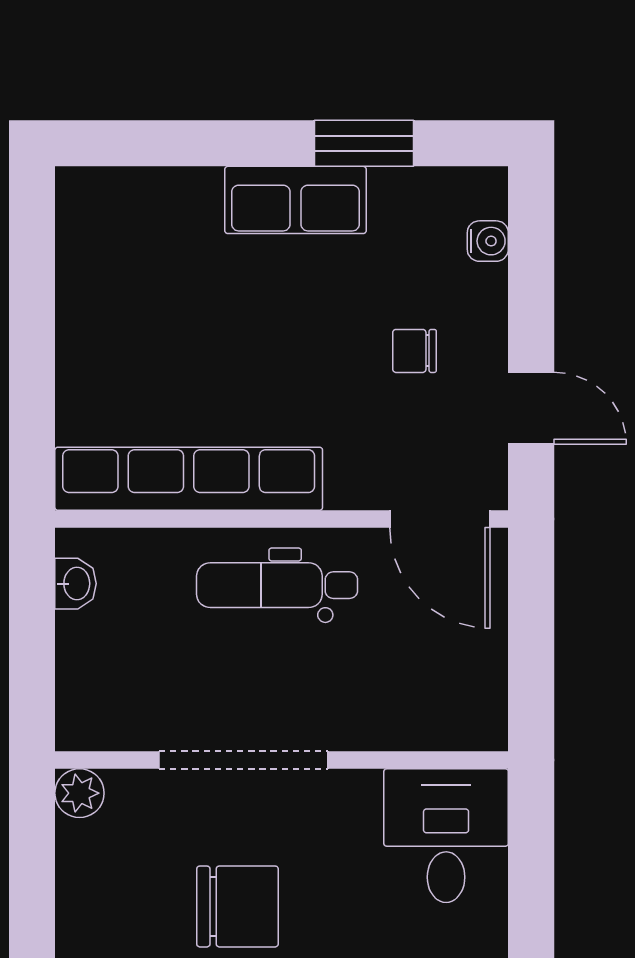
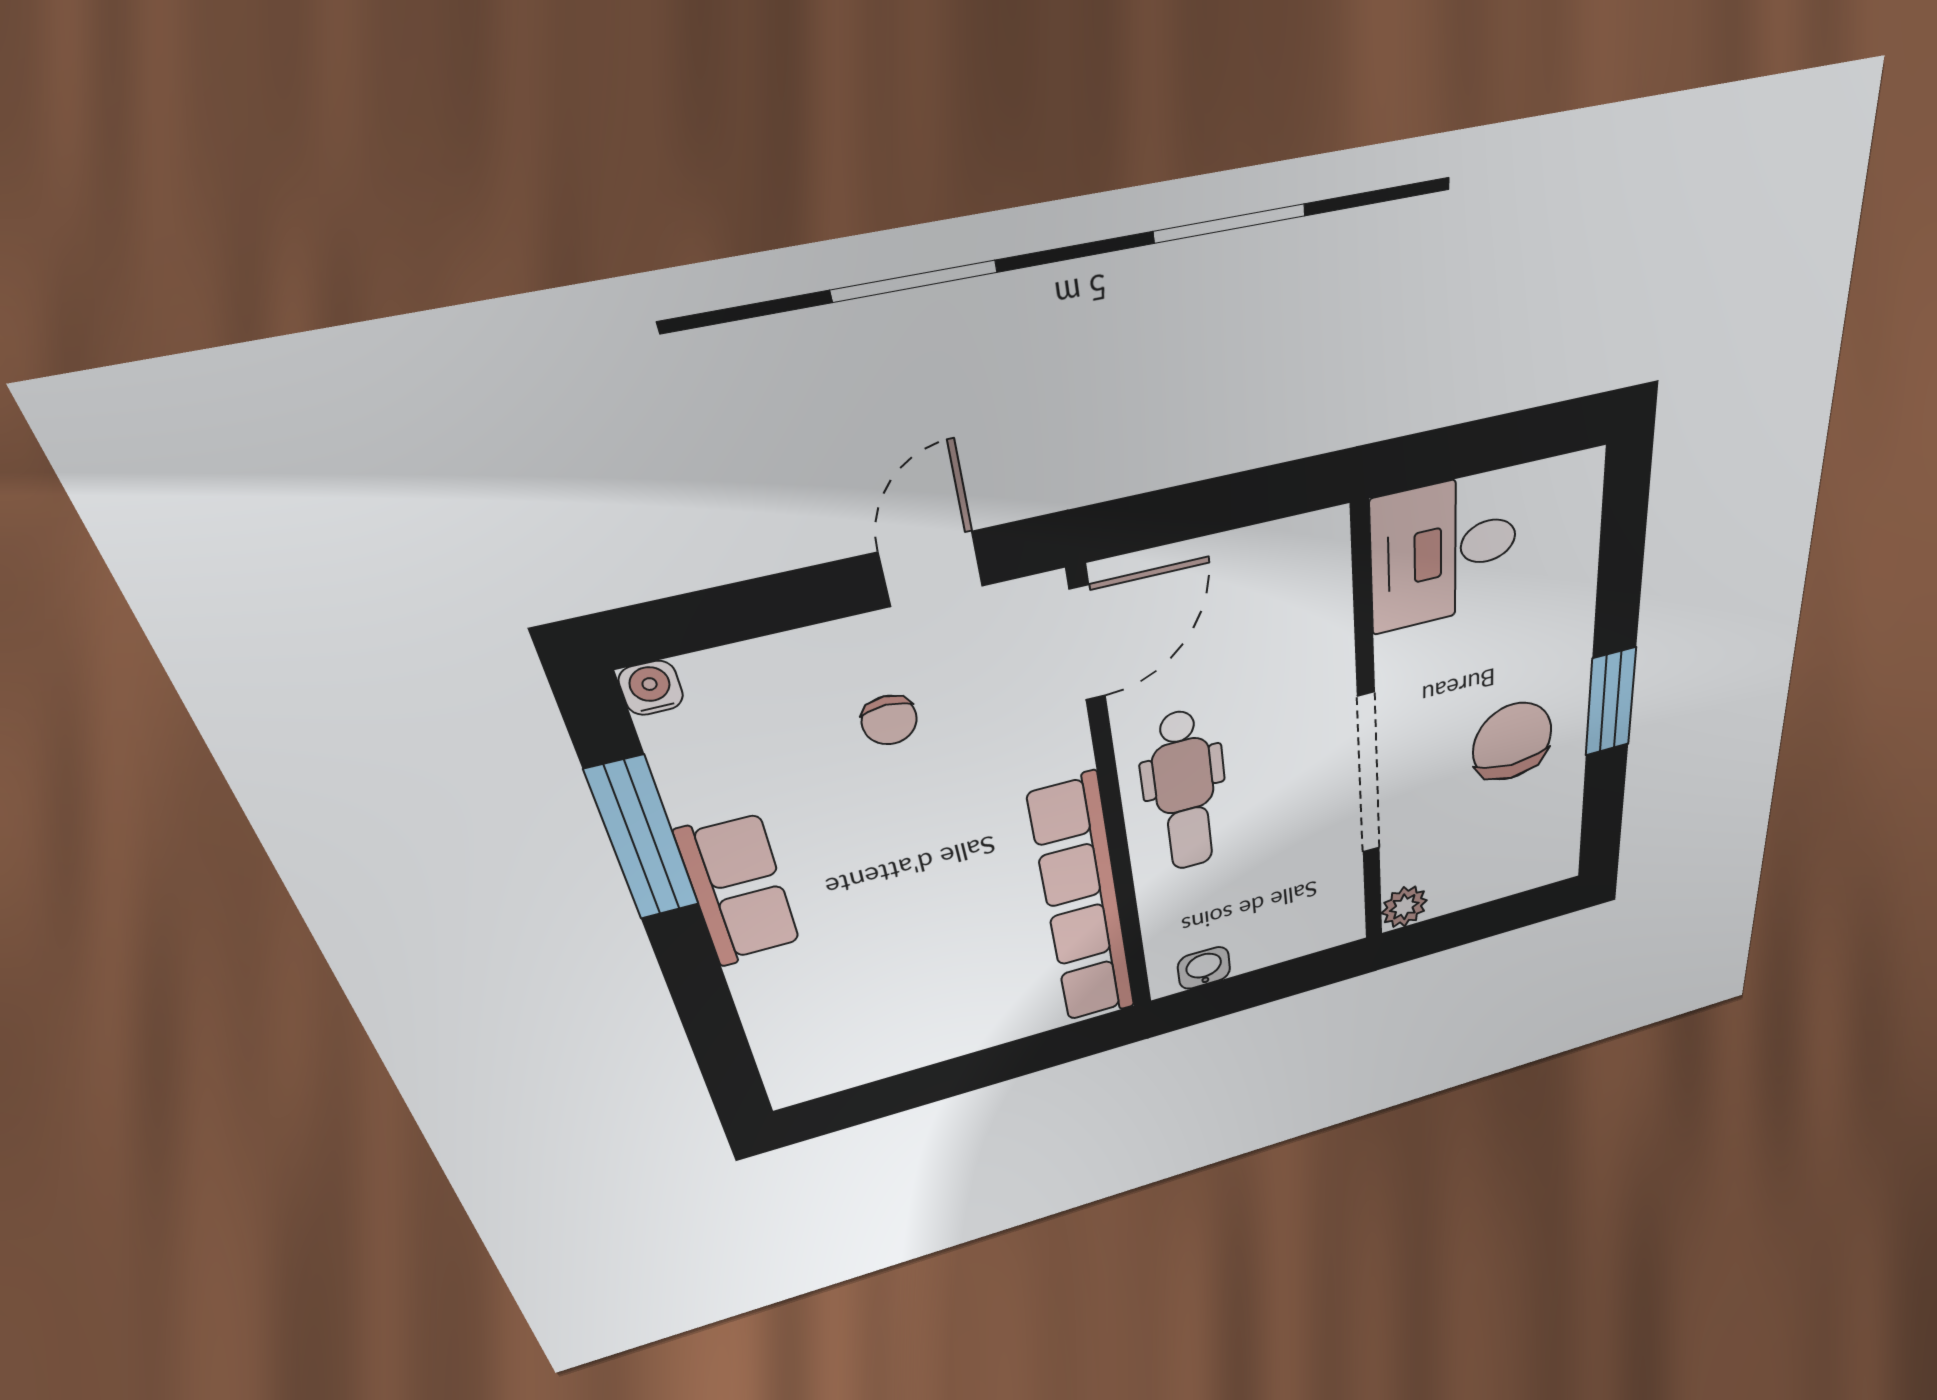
window: (364, 143) -> (643, 839), width x1.44
water cooler: (488, 241) -> (651, 688), moved

